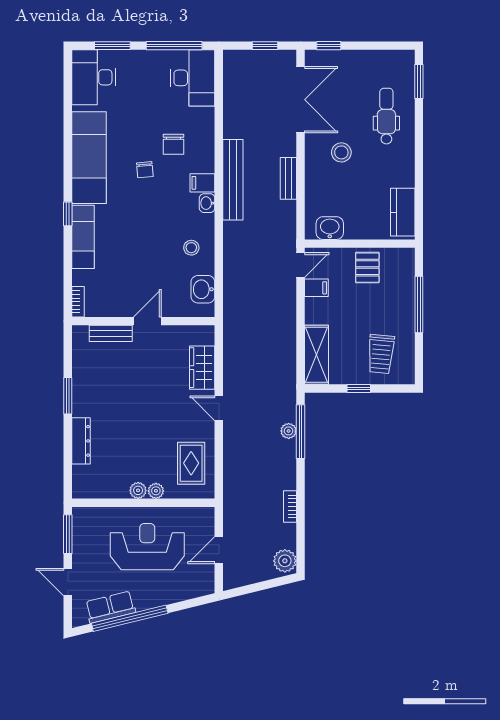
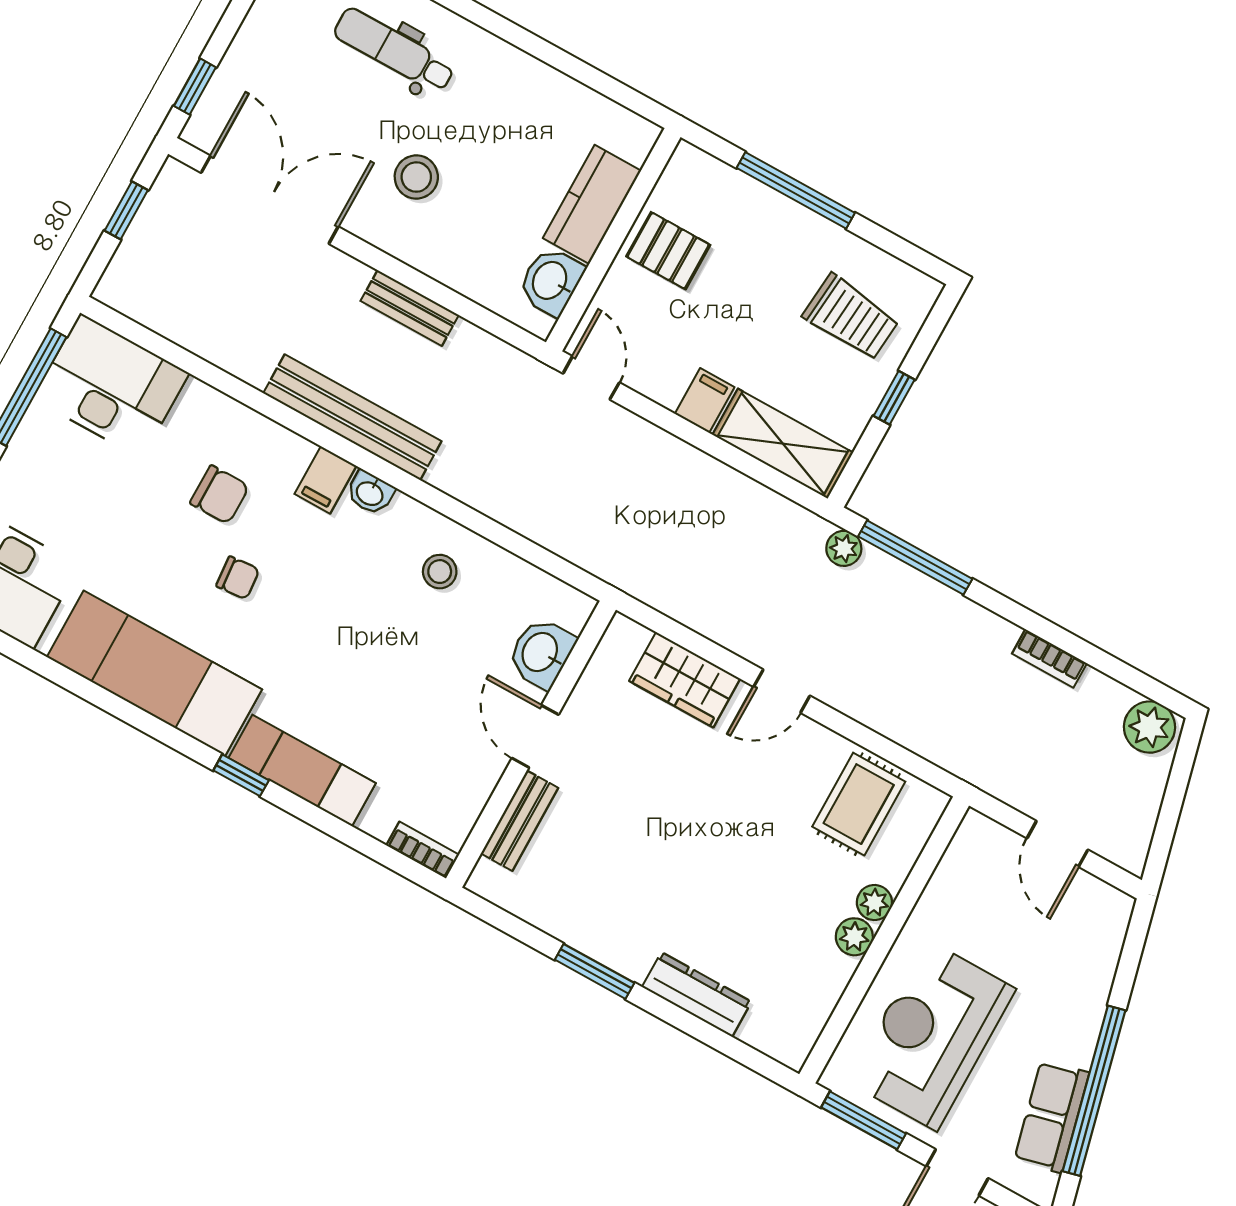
kitchen counter: (403, 212) -> (592, 204), moved, turned 90
filing cabinet: (316, 288) -> (705, 400), moved
washbasin: (203, 289) -> (541, 653), moved, turned 90
plant: (289, 431) -> (844, 548), moved
rug: (191, 463) -> (859, 804), turned 90
reception desk: (147, 547) -> (932, 1035), moved

